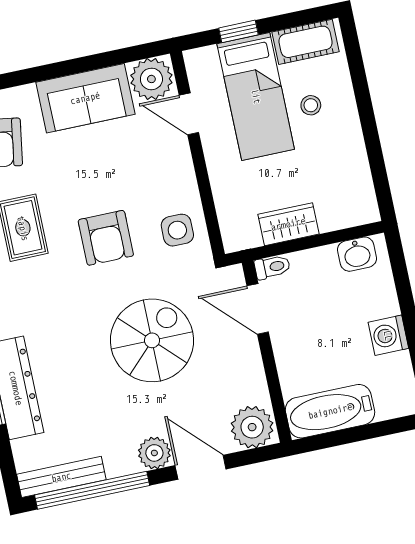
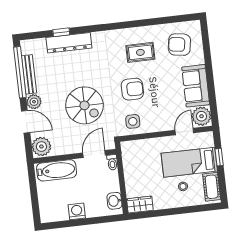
wardrobe: (288, 224) -> (140, 205), moved, turned -90
armchair: (106, 238) -> (132, 89), turned 180
bathtub: (330, 411) -> (57, 170), moved, turned 90
door: (201, 467) -> (26, 122), hinge flipped
bench: (61, 477) -> (29, 74), moved

